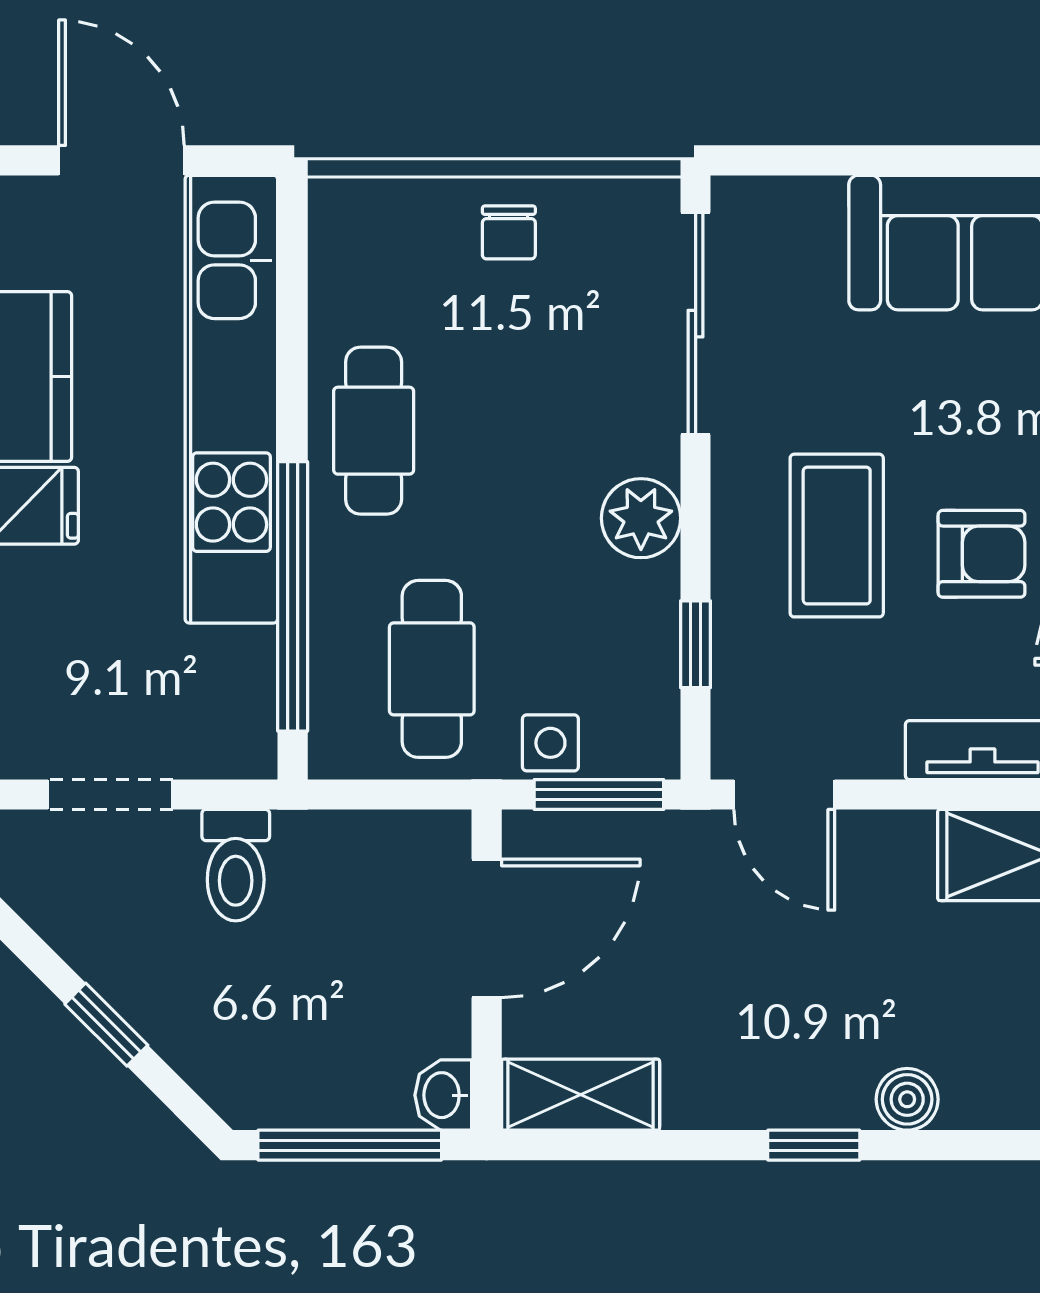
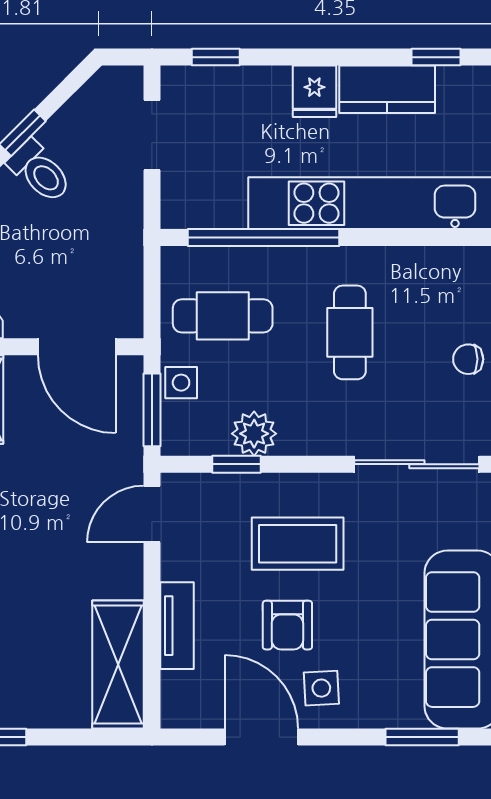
cafe table: (374, 431) -> (350, 332), moved, turned 90
plant: (641, 518) -> (254, 434), moved
toilet: (236, 865) -> (40, 172), moved, turned -135

